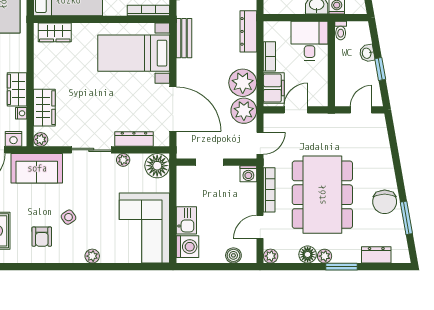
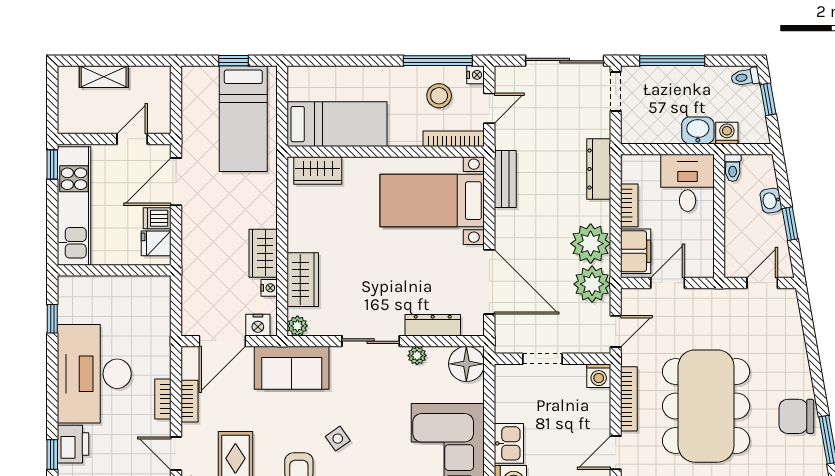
chair: (385, 202) -> (796, 416), turned 90

